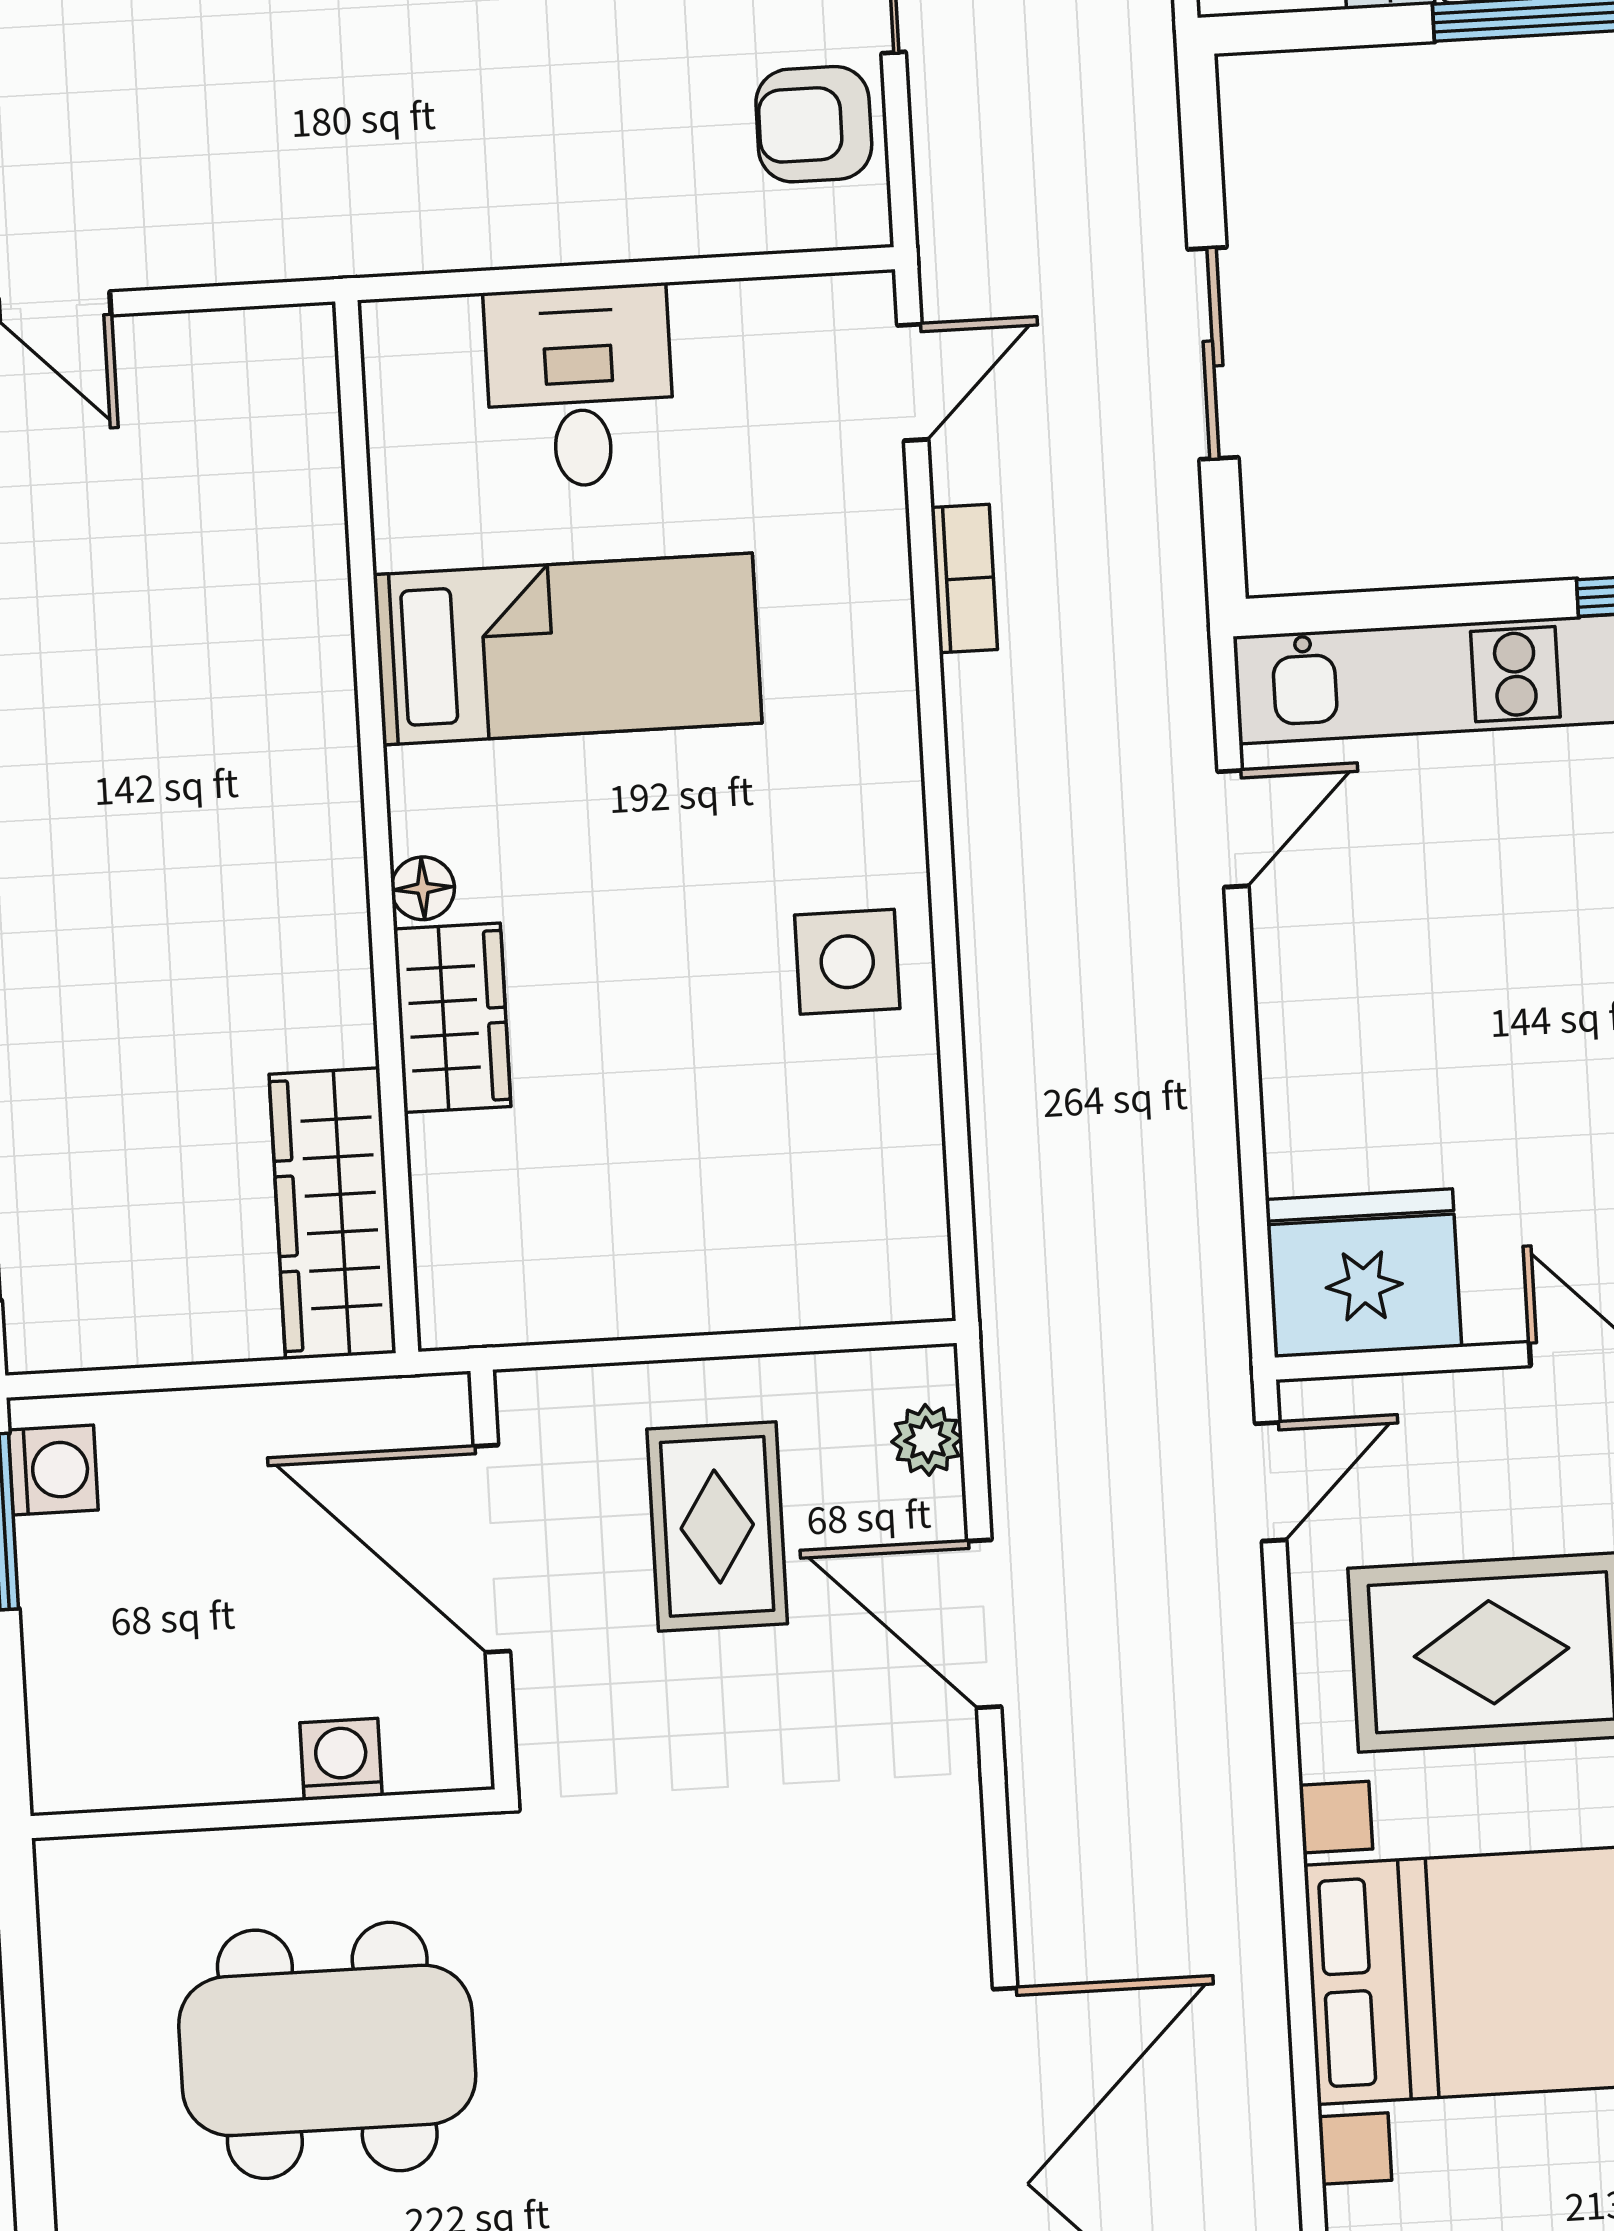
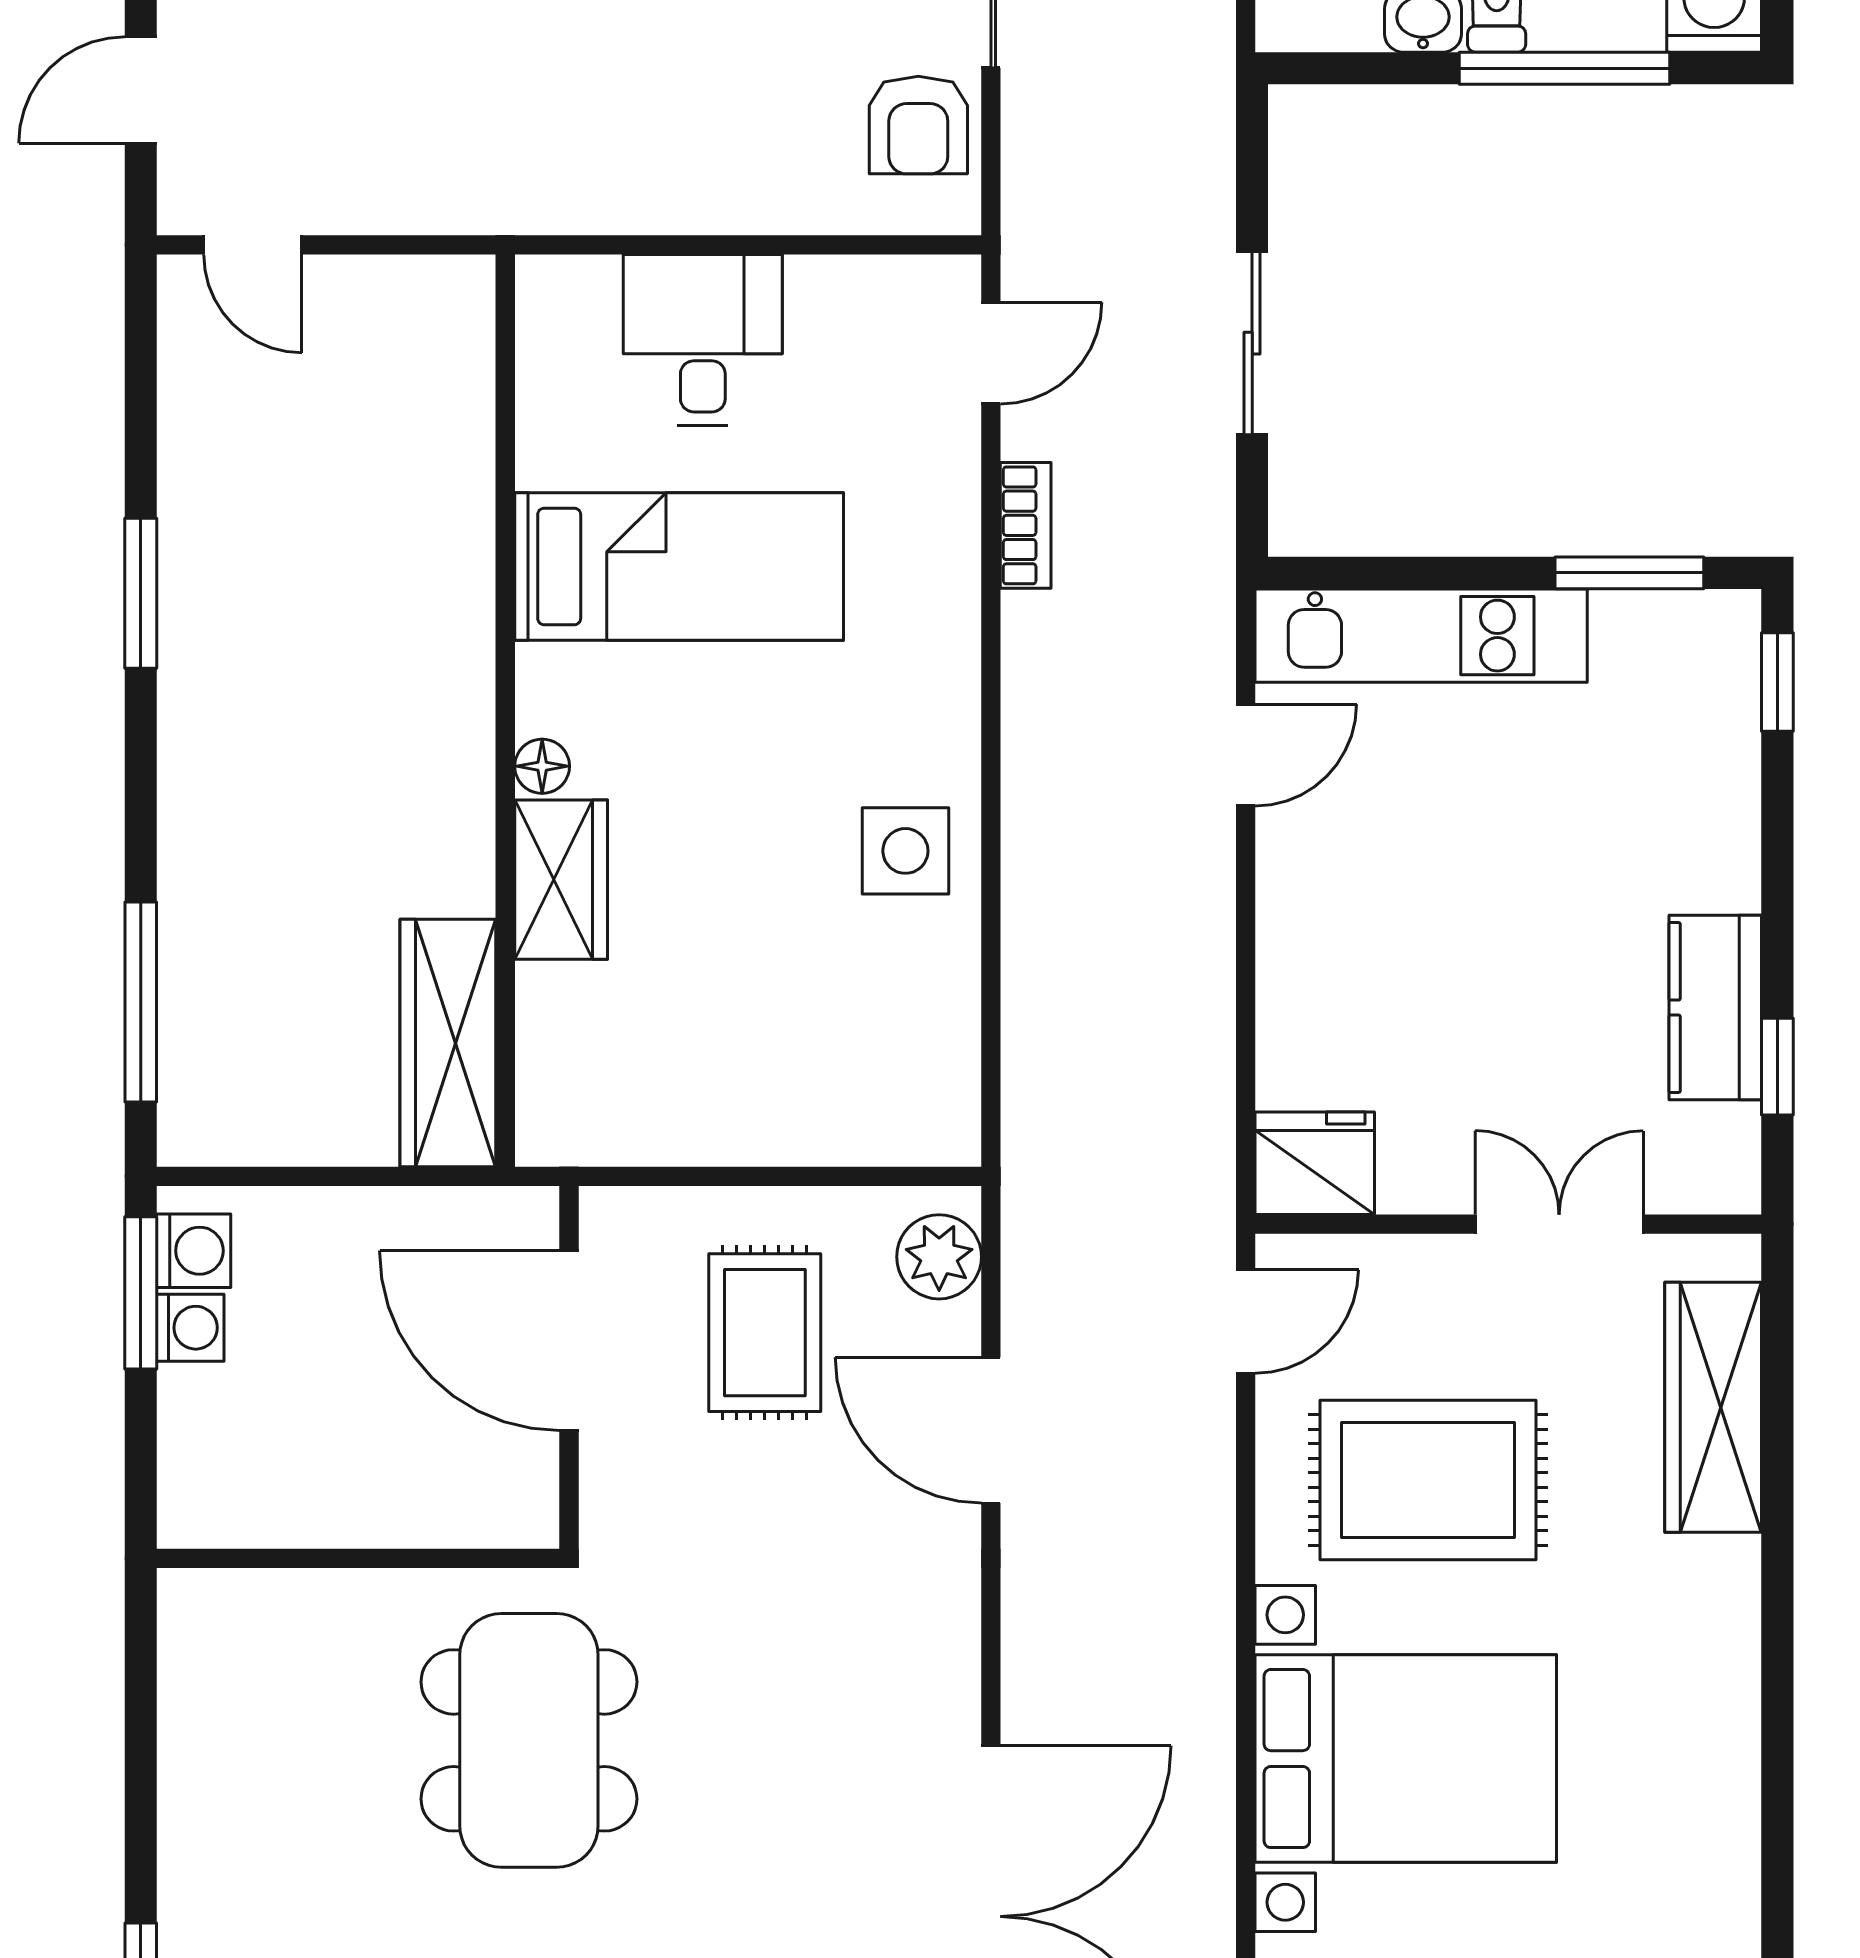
armchair: (814, 124) -> (918, 125), turned -90
fridge: (1364, 1273) -> (1315, 1163), width x0.73, depth x0.75
plant: (927, 1440) -> (939, 1257), width x1.38, depth x1.38
washing machine: (341, 1759) -> (190, 1328), moved, turned 90
dining table: (327, 2050) -> (529, 1740), moved, turned 90

